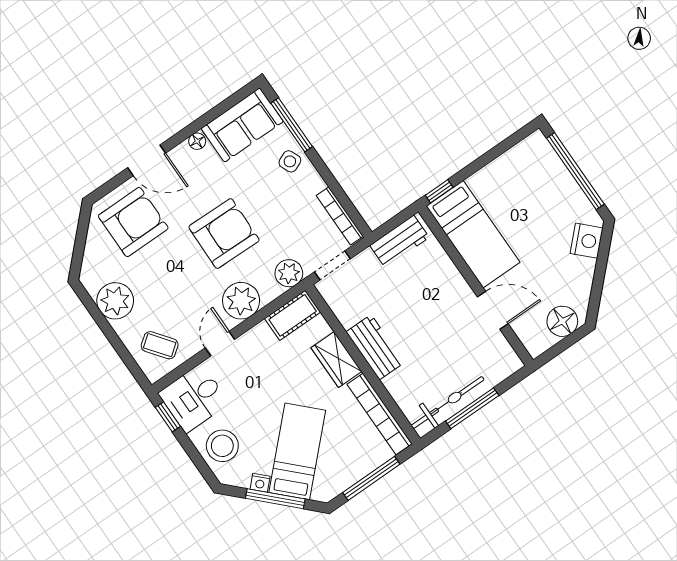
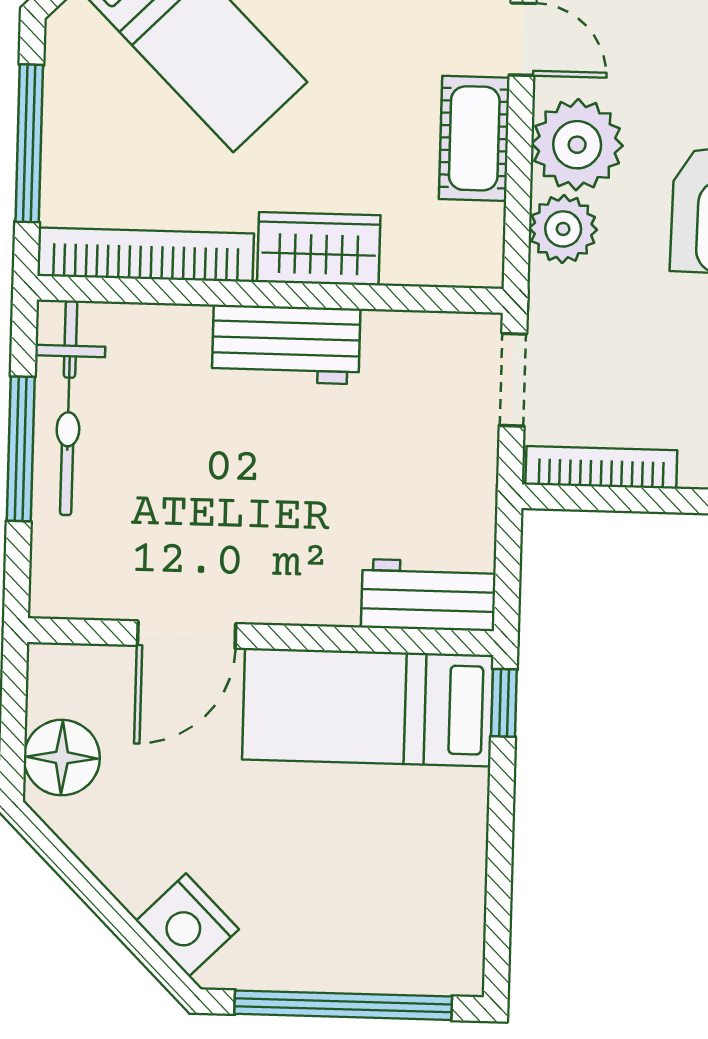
workbench: (399, 241) -> (428, 595), moved, turned 90
plant: (289, 273) -> (563, 229), moved
cot: (293, 315) -> (474, 138), moved

